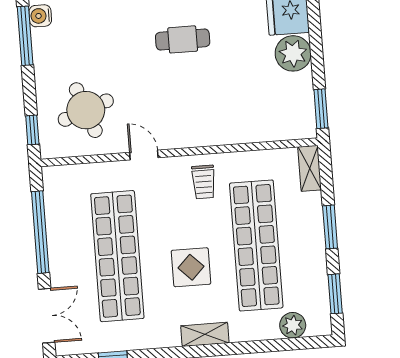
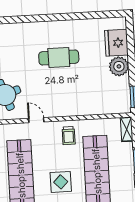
cafe table: (183, 39) -> (59, 58), width x1.37, depth x1.35

